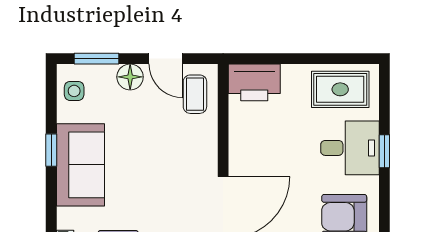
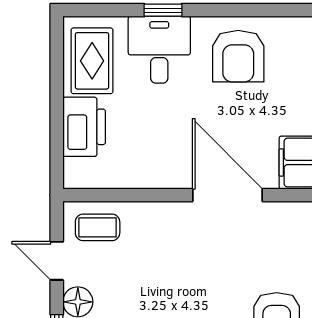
door: (166, 59) -> (57, 261), swing flipped
printer: (254, 82) -> (84, 127), moved

